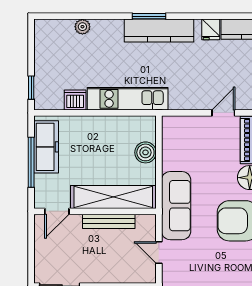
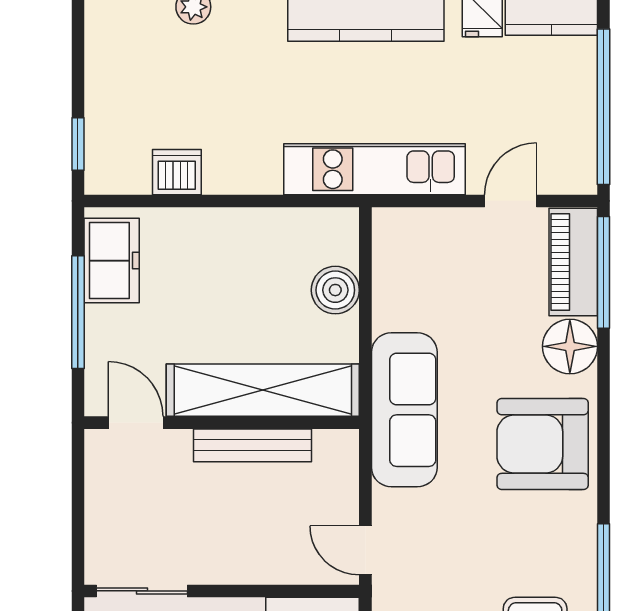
kitchen unit: (128, 99) -> (374, 169), moved
freezer: (46, 147) -> (112, 261), width x0.71
door: (57, 211) -> (136, 423), swing flipped
door: (159, 253) -> (365, 550), moved

